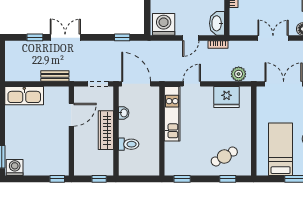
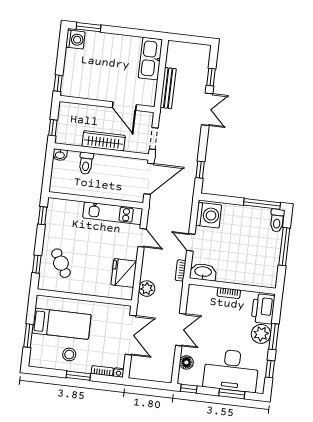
bench: (55, 76) -> (168, 88), width x1.36
washbasin: (124, 113) -> (60, 155), moved

